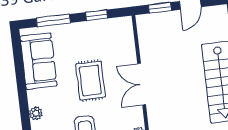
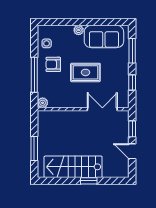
double door: (142, 84) -> (102, 109), moved
plant: (36, 113) -> (79, 30), moved

